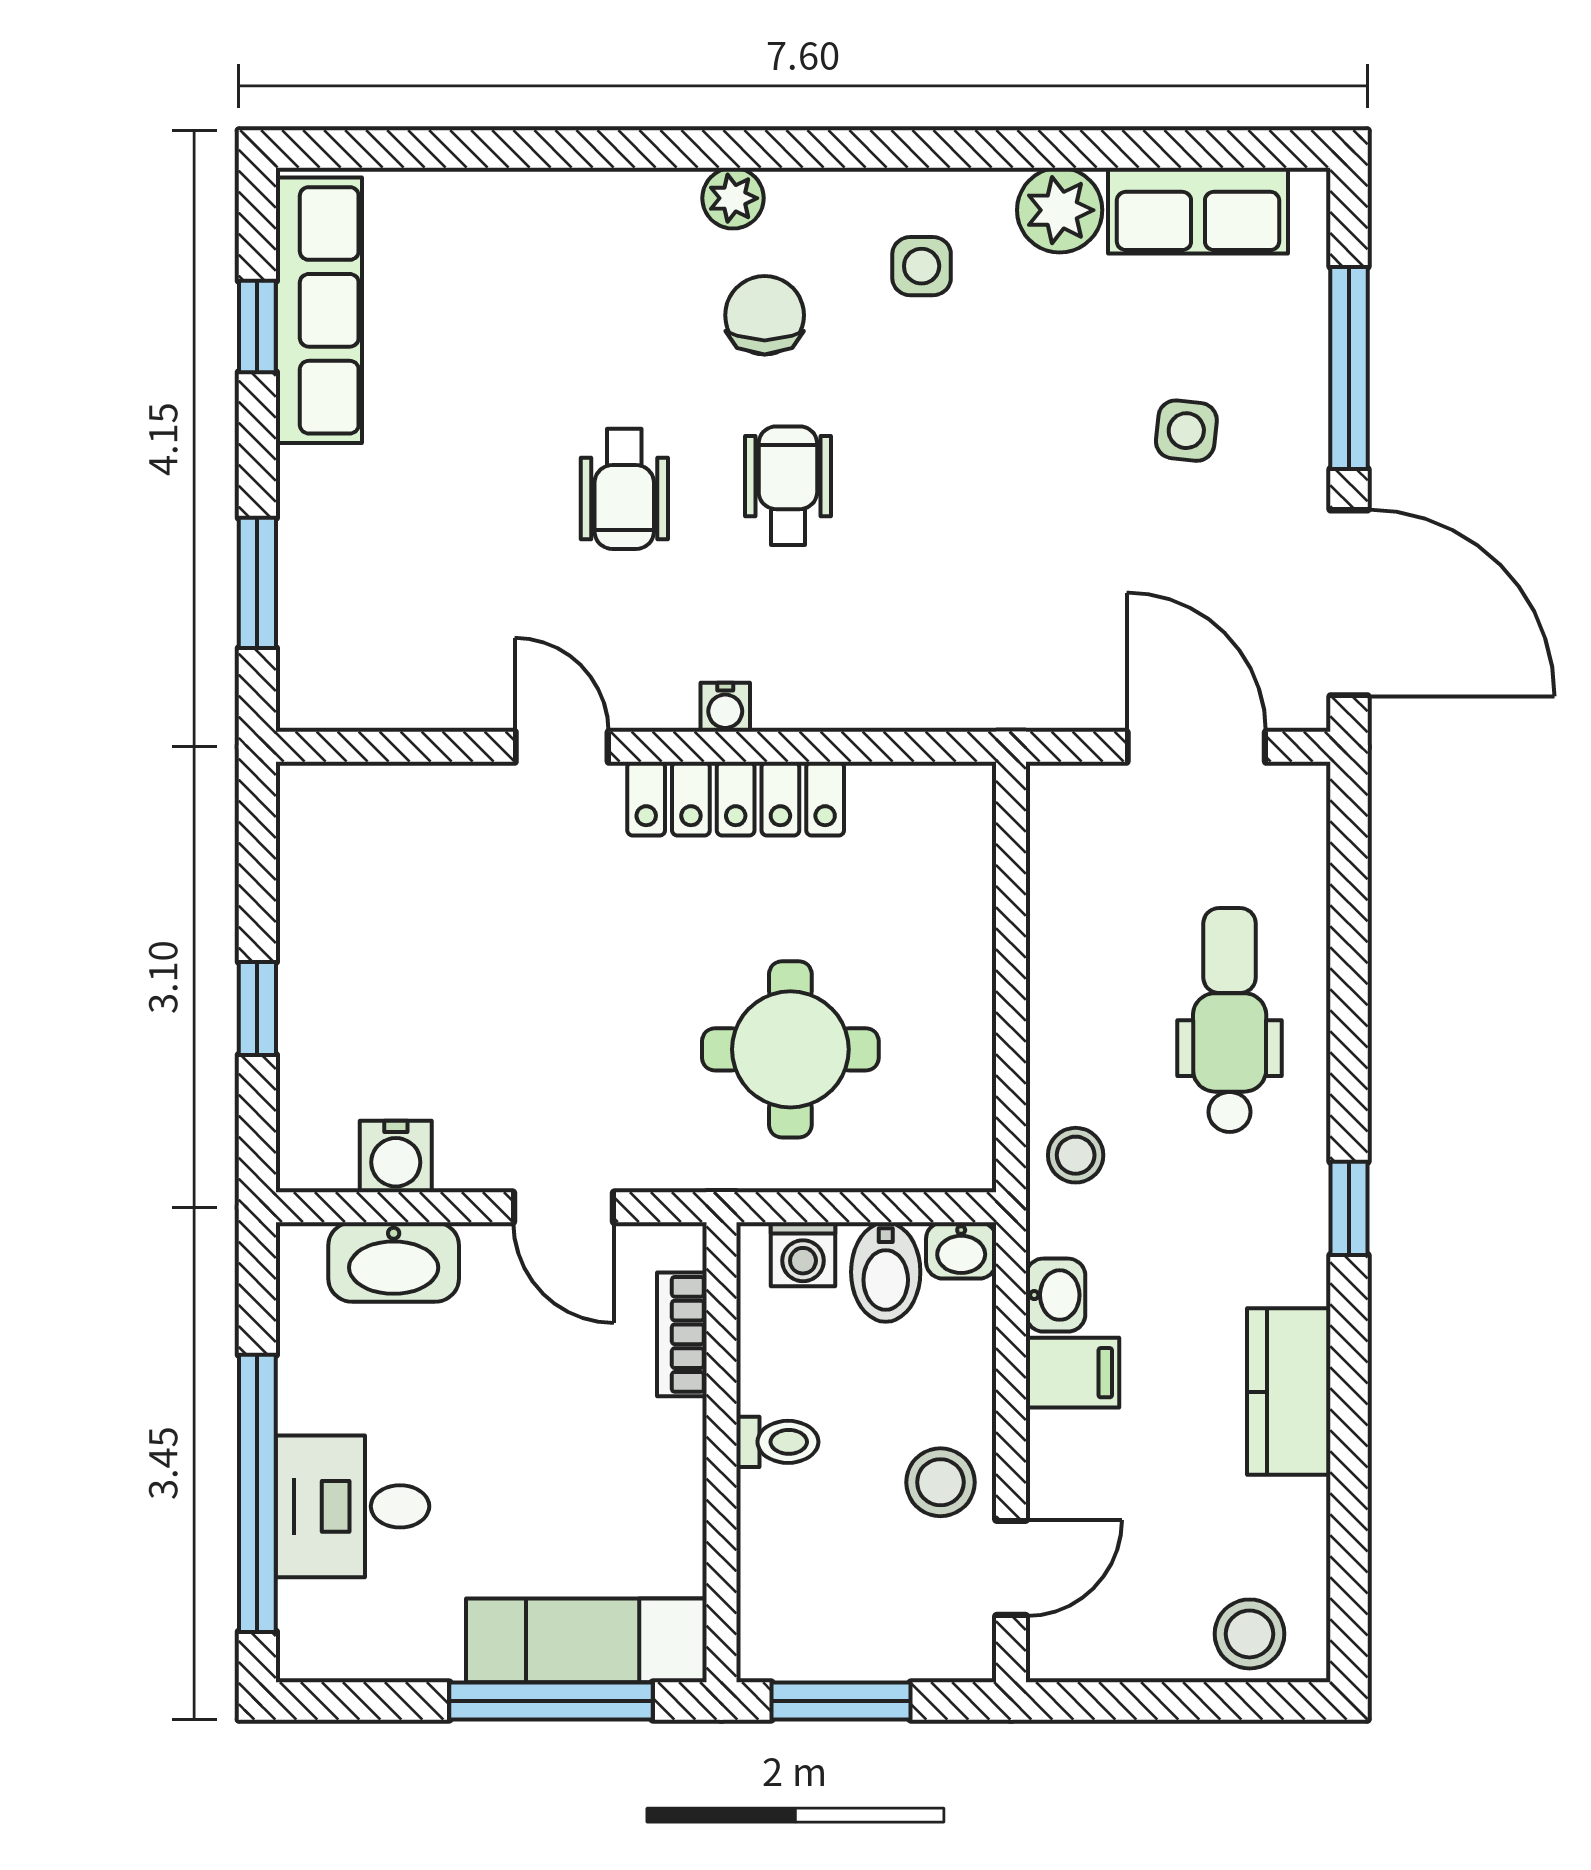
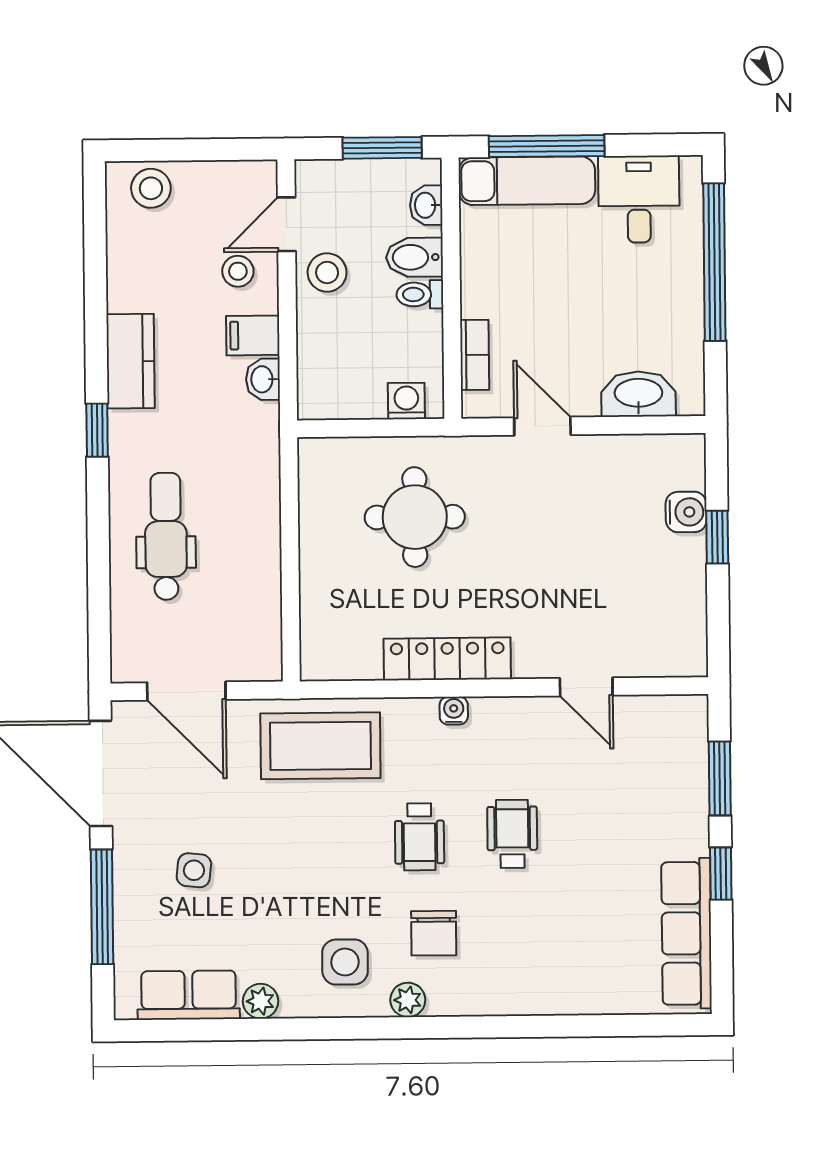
plant: (733, 198) -> (408, 1000), moved
plant: (1060, 210) -> (261, 1001), width x0.73, depth x0.73
side table: (922, 266) -> (345, 962), width x1.37, depth x1.37
window: (257, 327) -> (721, 874), moved
coffee table: (961, 648) -> (320, 746), added
door: (562, 747) -> (586, 687), moved
dental chair: (1230, 1020) -> (166, 536), turned 180
stool: (1076, 1155) -> (238, 271), moved
water cooler: (396, 1157) -> (686, 512), moved, turned 90
washbasin: (961, 1250) -> (426, 205), moved, turned -90
bidet: (886, 1272) -> (414, 257), moved, turned -90
kitchen counter: (1289, 1392) -> (130, 361), moved
desk: (353, 1506) -> (639, 199), moved, turned -90

